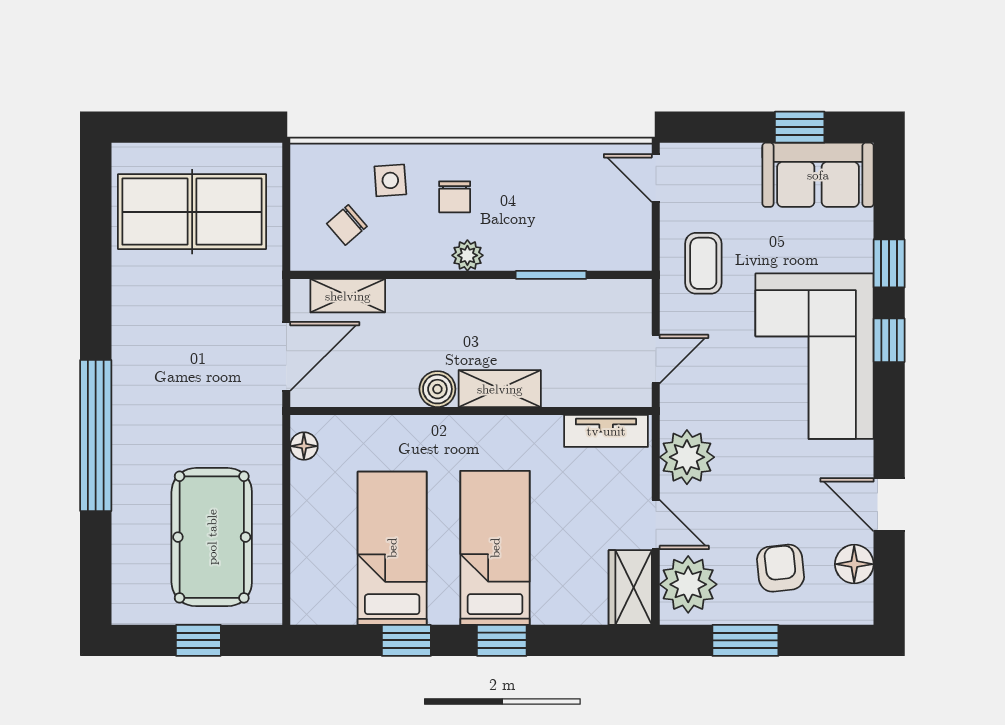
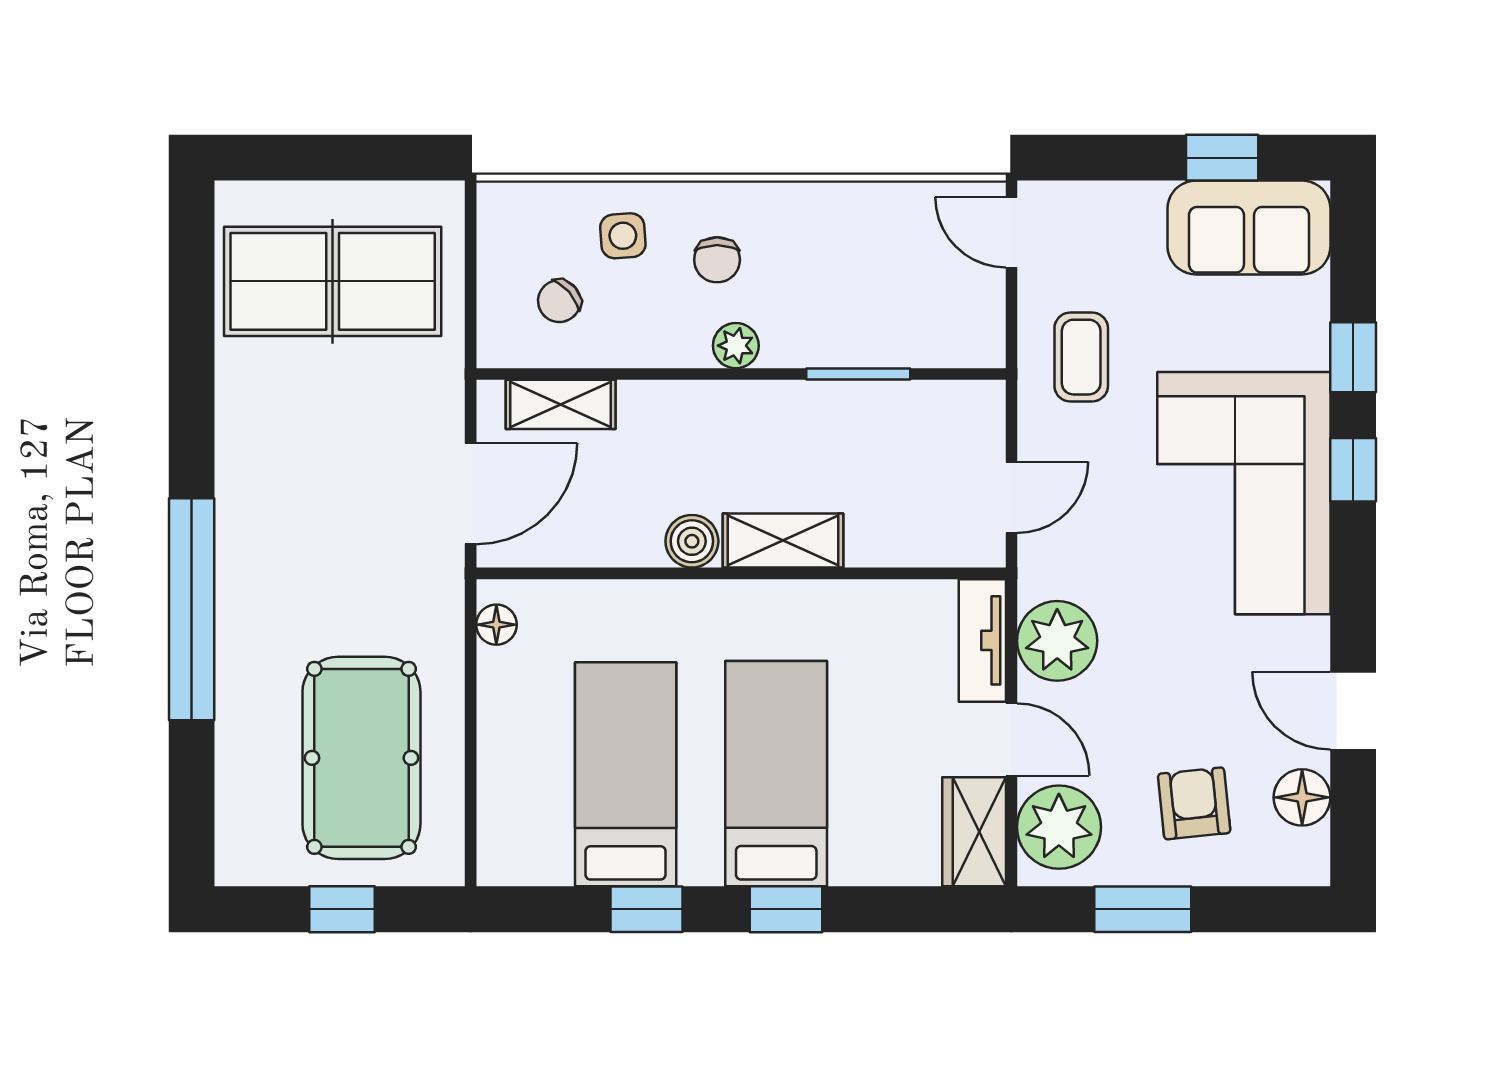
tv unit: (606, 431) -> (982, 640), moved, turned 90

